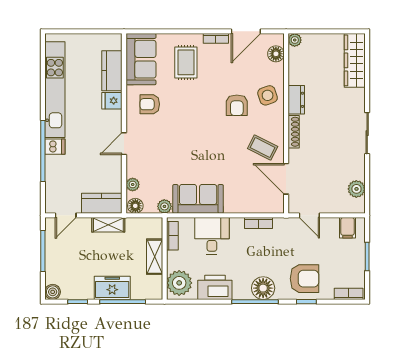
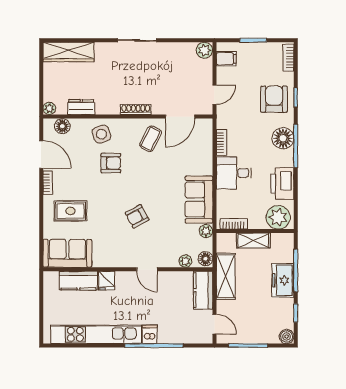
dresser: (296, 100) -> (81, 107), moved
armchair: (150, 104) -> (137, 216), moved, turned 61
plant: (356, 189) -> (204, 50), moved
shelving: (108, 225) -> (226, 276), width x1.50, depth x1.33
desk: (212, 236) -> (234, 173), moved

